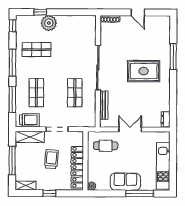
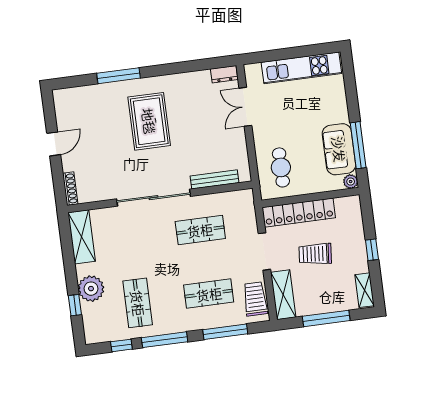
shelving: (80, 22) -> (82, 237), added
window: (13, 26) -> (121, 345), moved
double door: (130, 129) -> (245, 107), moved
locker: (77, 167) -> (299, 213), moved
sofa: (125, 182) -> (339, 149), moved
window: (140, 194) -> (358, 145), moved

